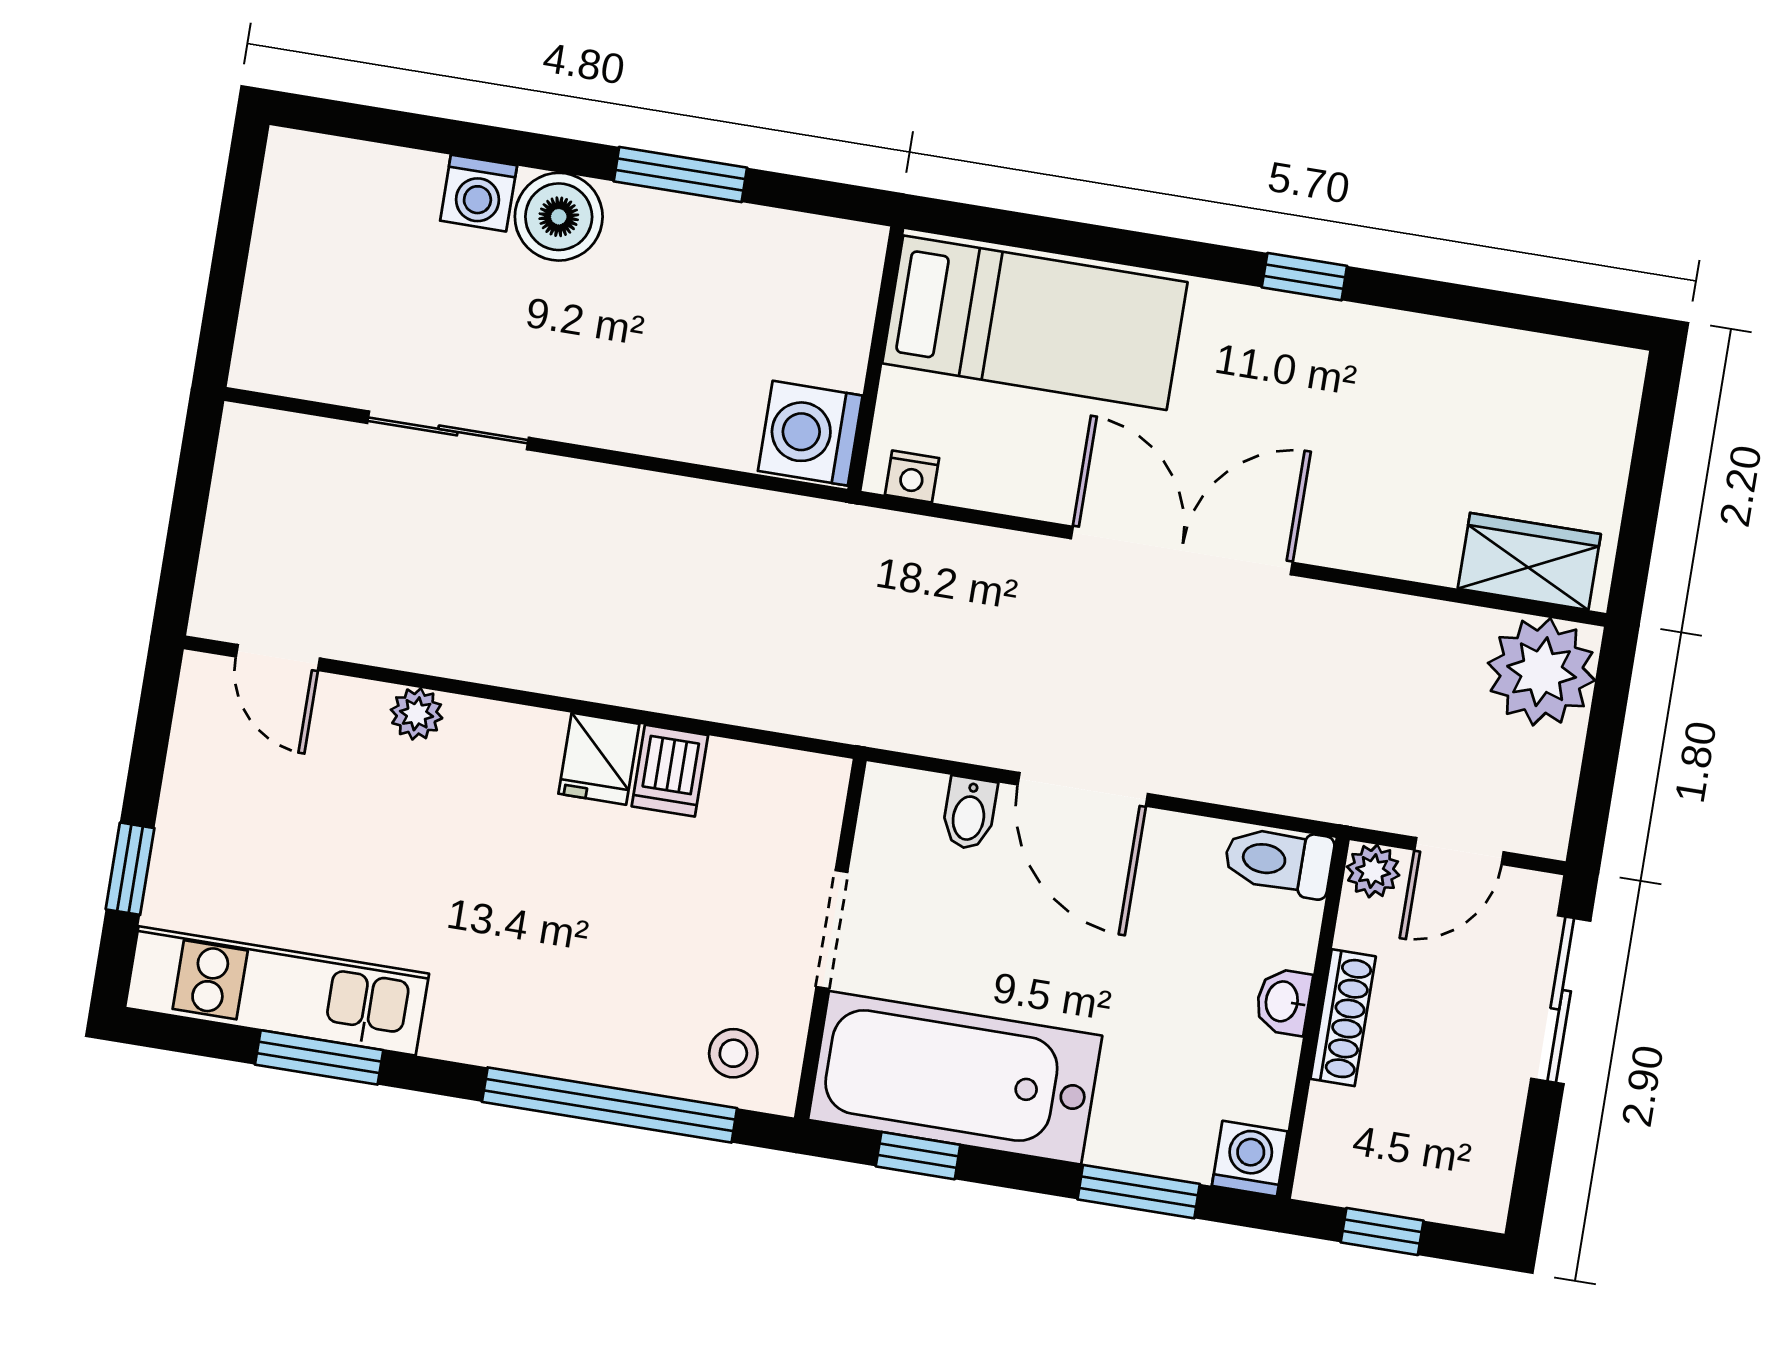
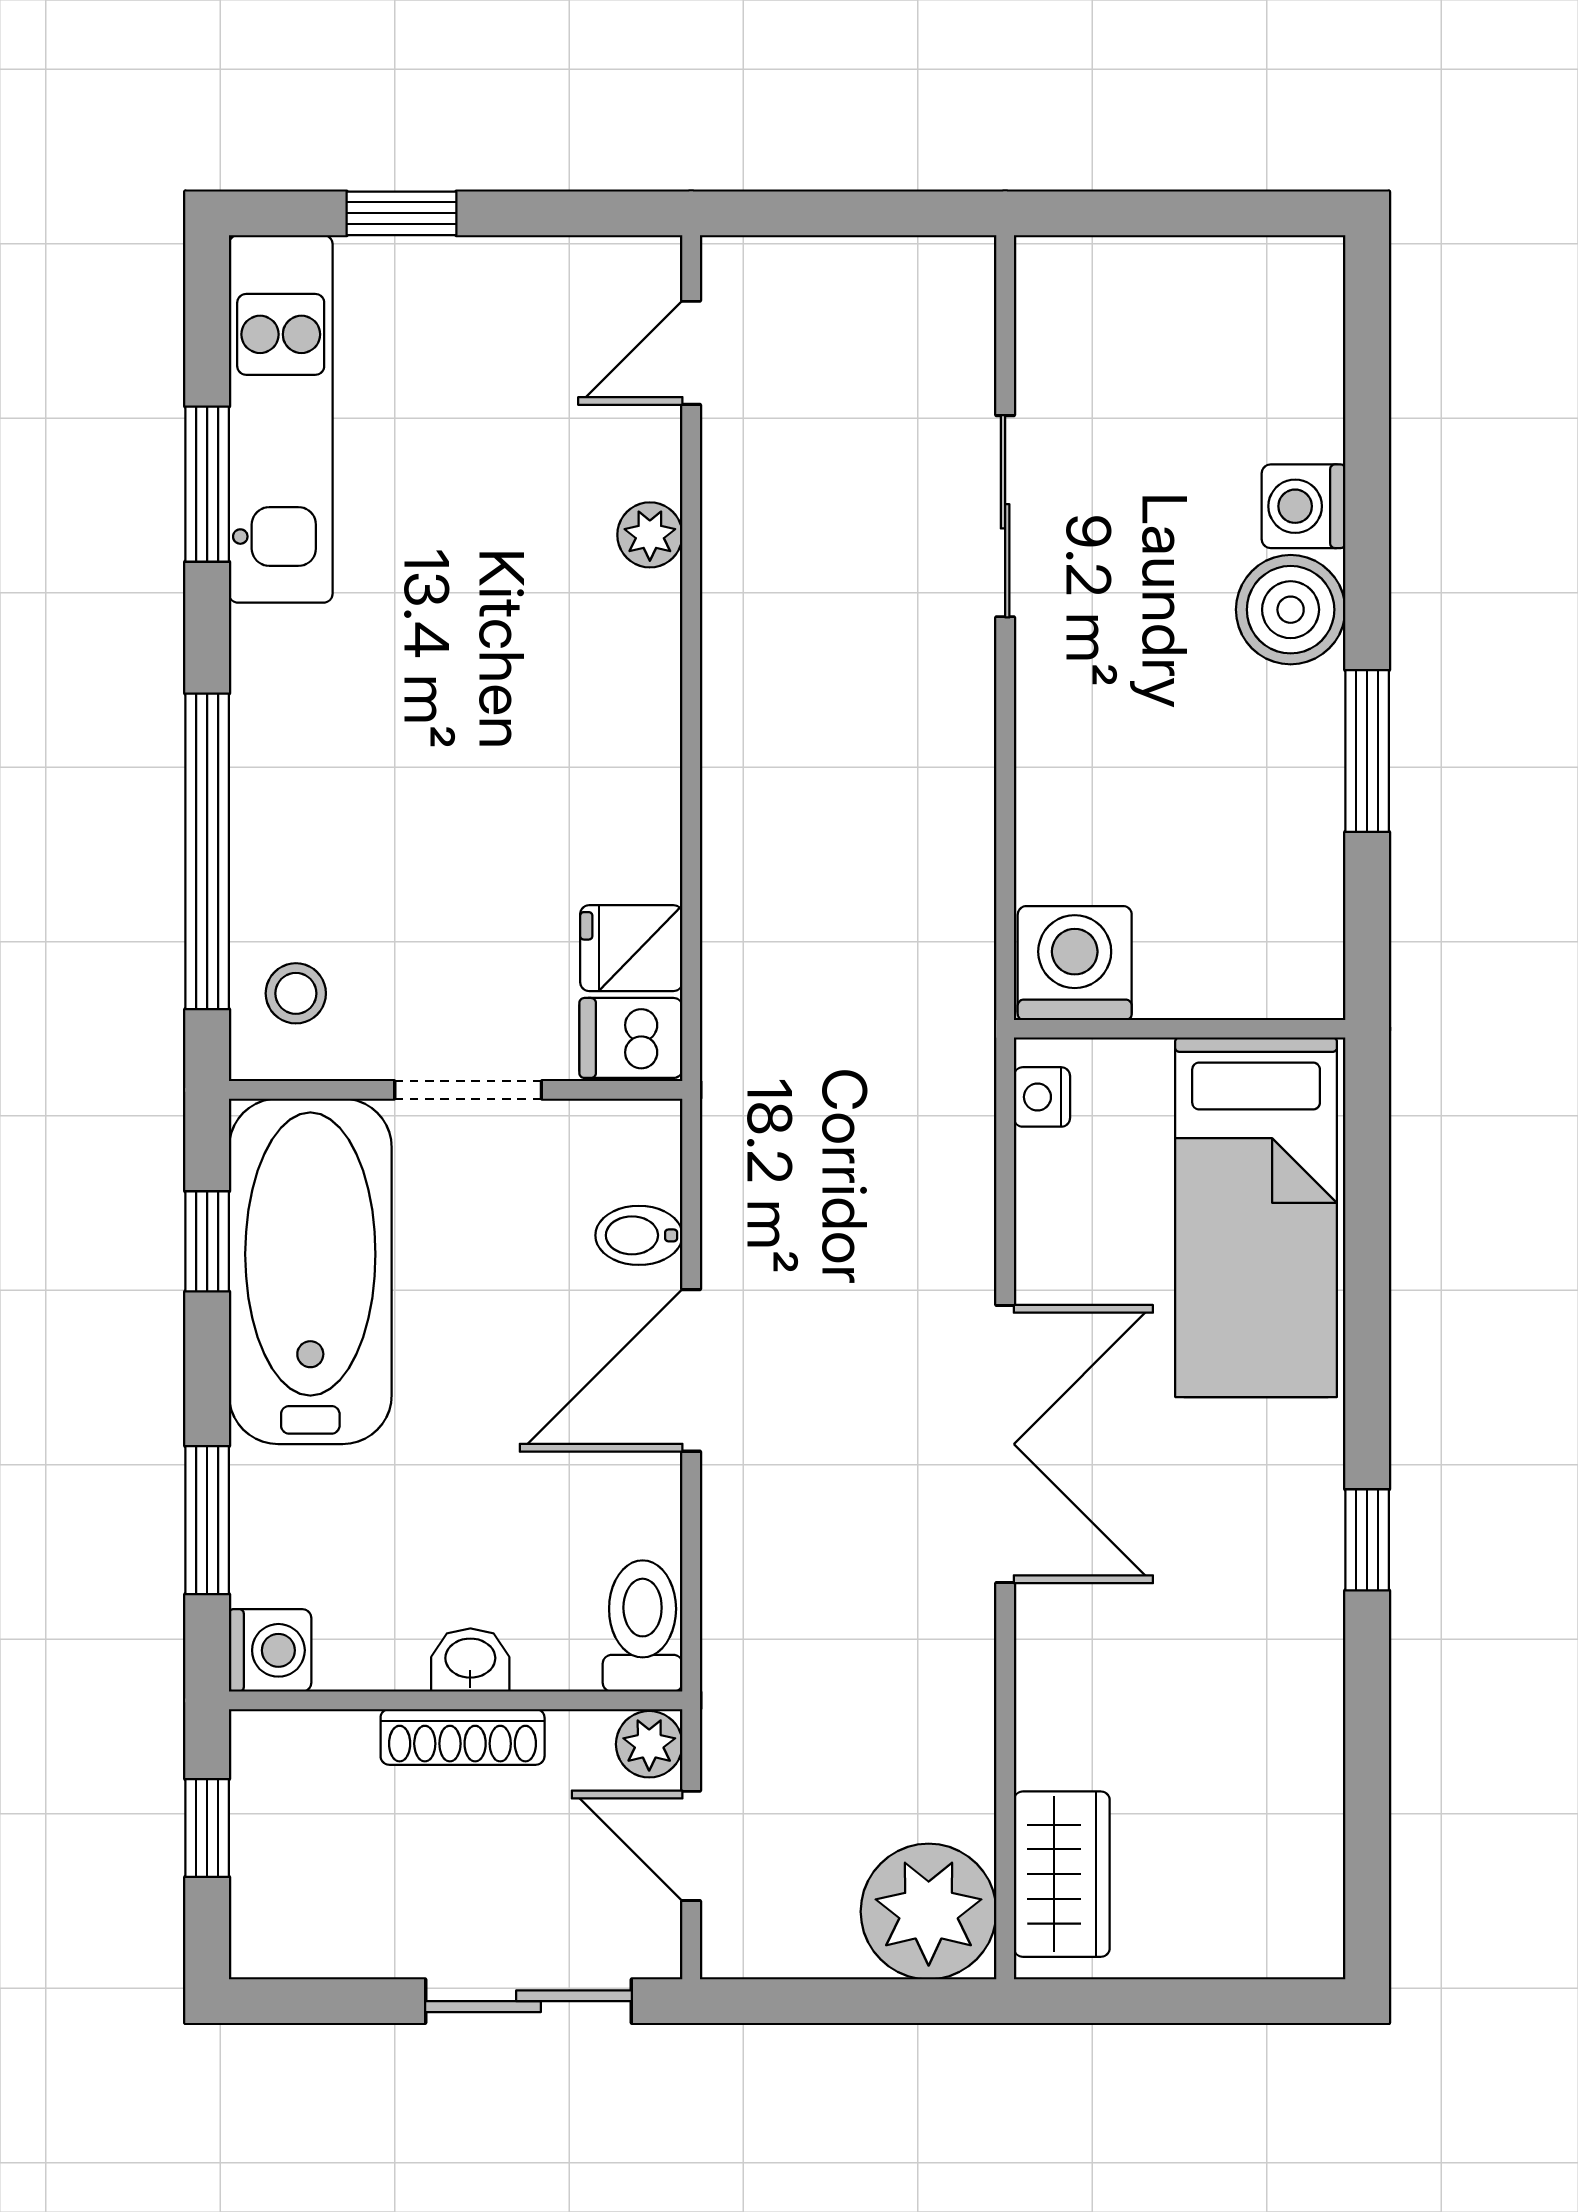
fridge: (599, 759) -> (631, 948), moved
dishwasher: (670, 771) -> (631, 1038), moved

